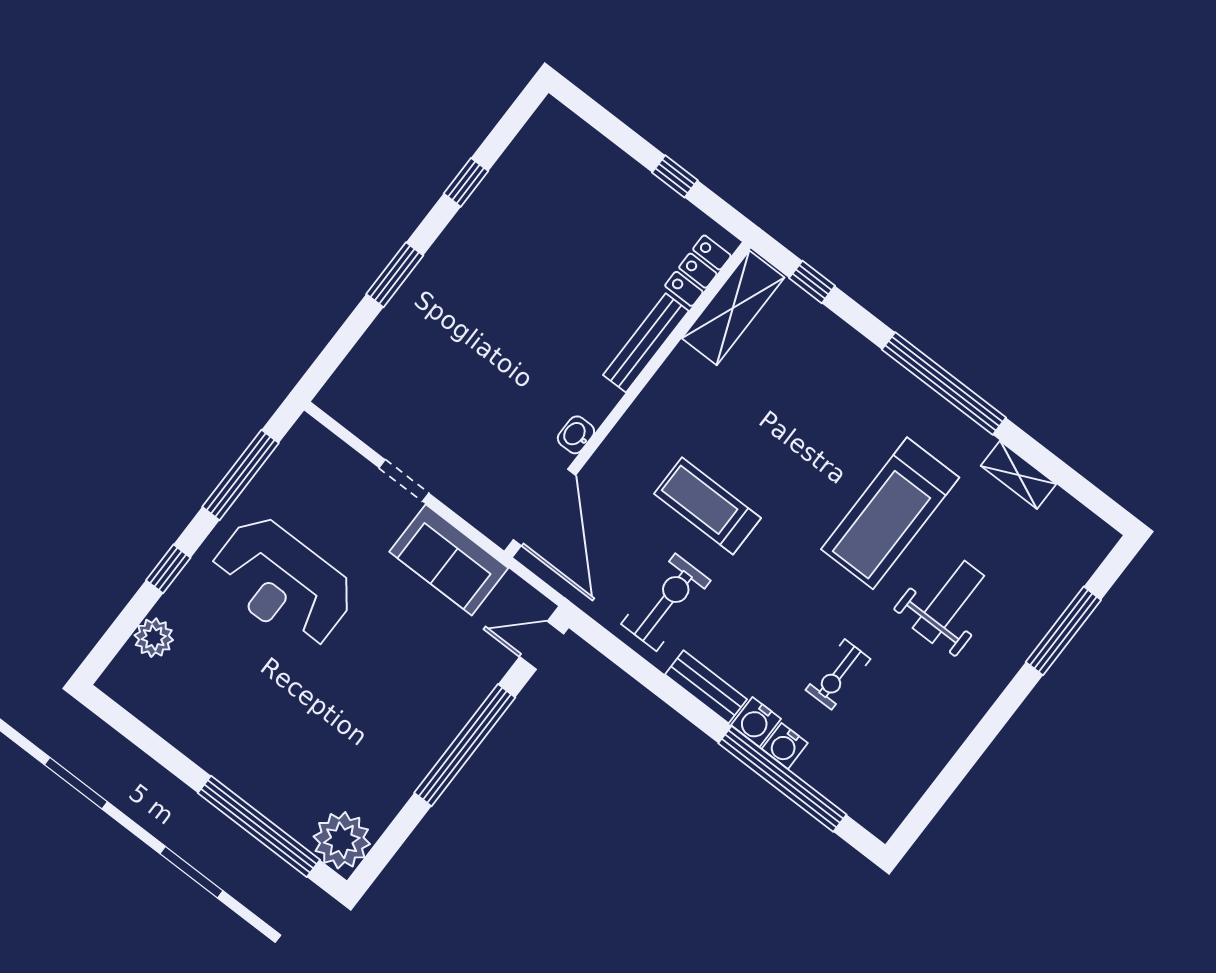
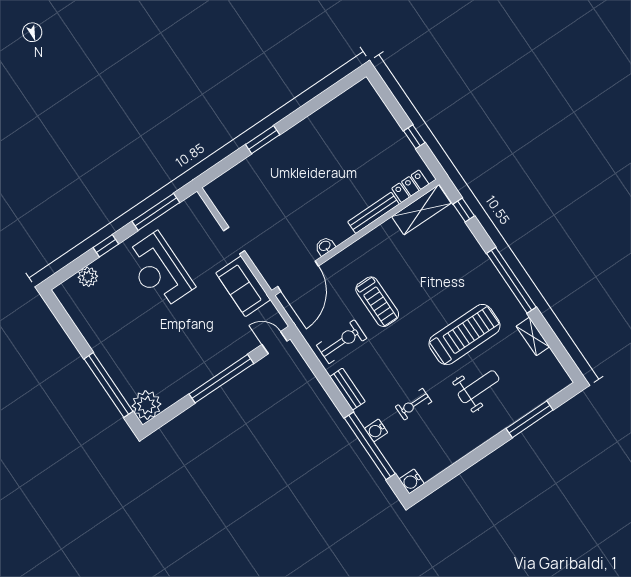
window: (466, 182) -> (312, 106), removed
treadmill: (707, 506) -> (377, 302), turned 180
treadmill: (890, 513) -> (464, 335), turned 180
water cooler: (756, 722) -> (412, 481), moved

